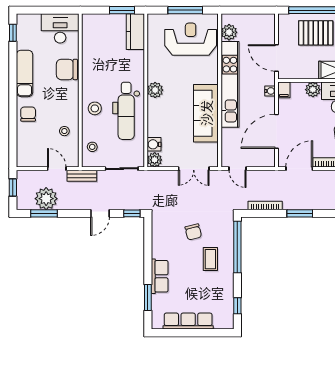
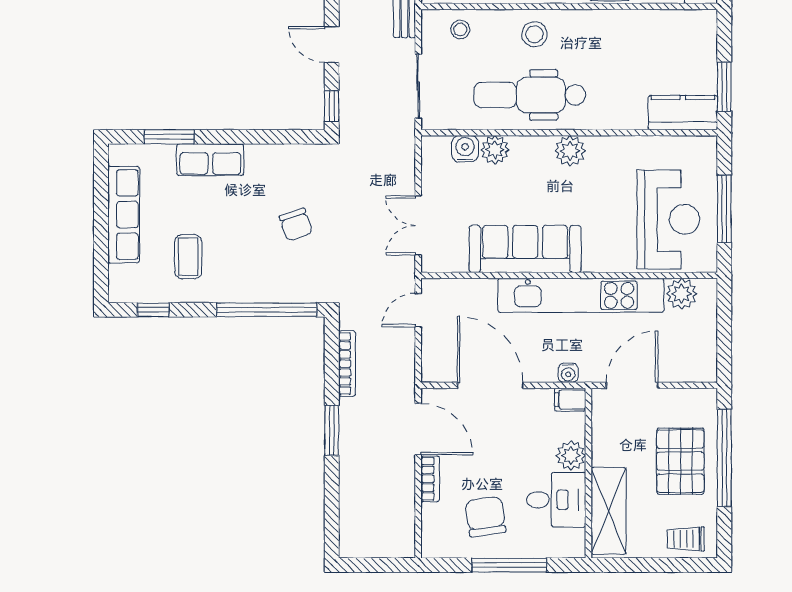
plant: (155, 160) -> (495, 150), moved
chair: (193, 232) -> (296, 225), turned -95
coffee table: (210, 259) -> (188, 257), moved, turned 90

